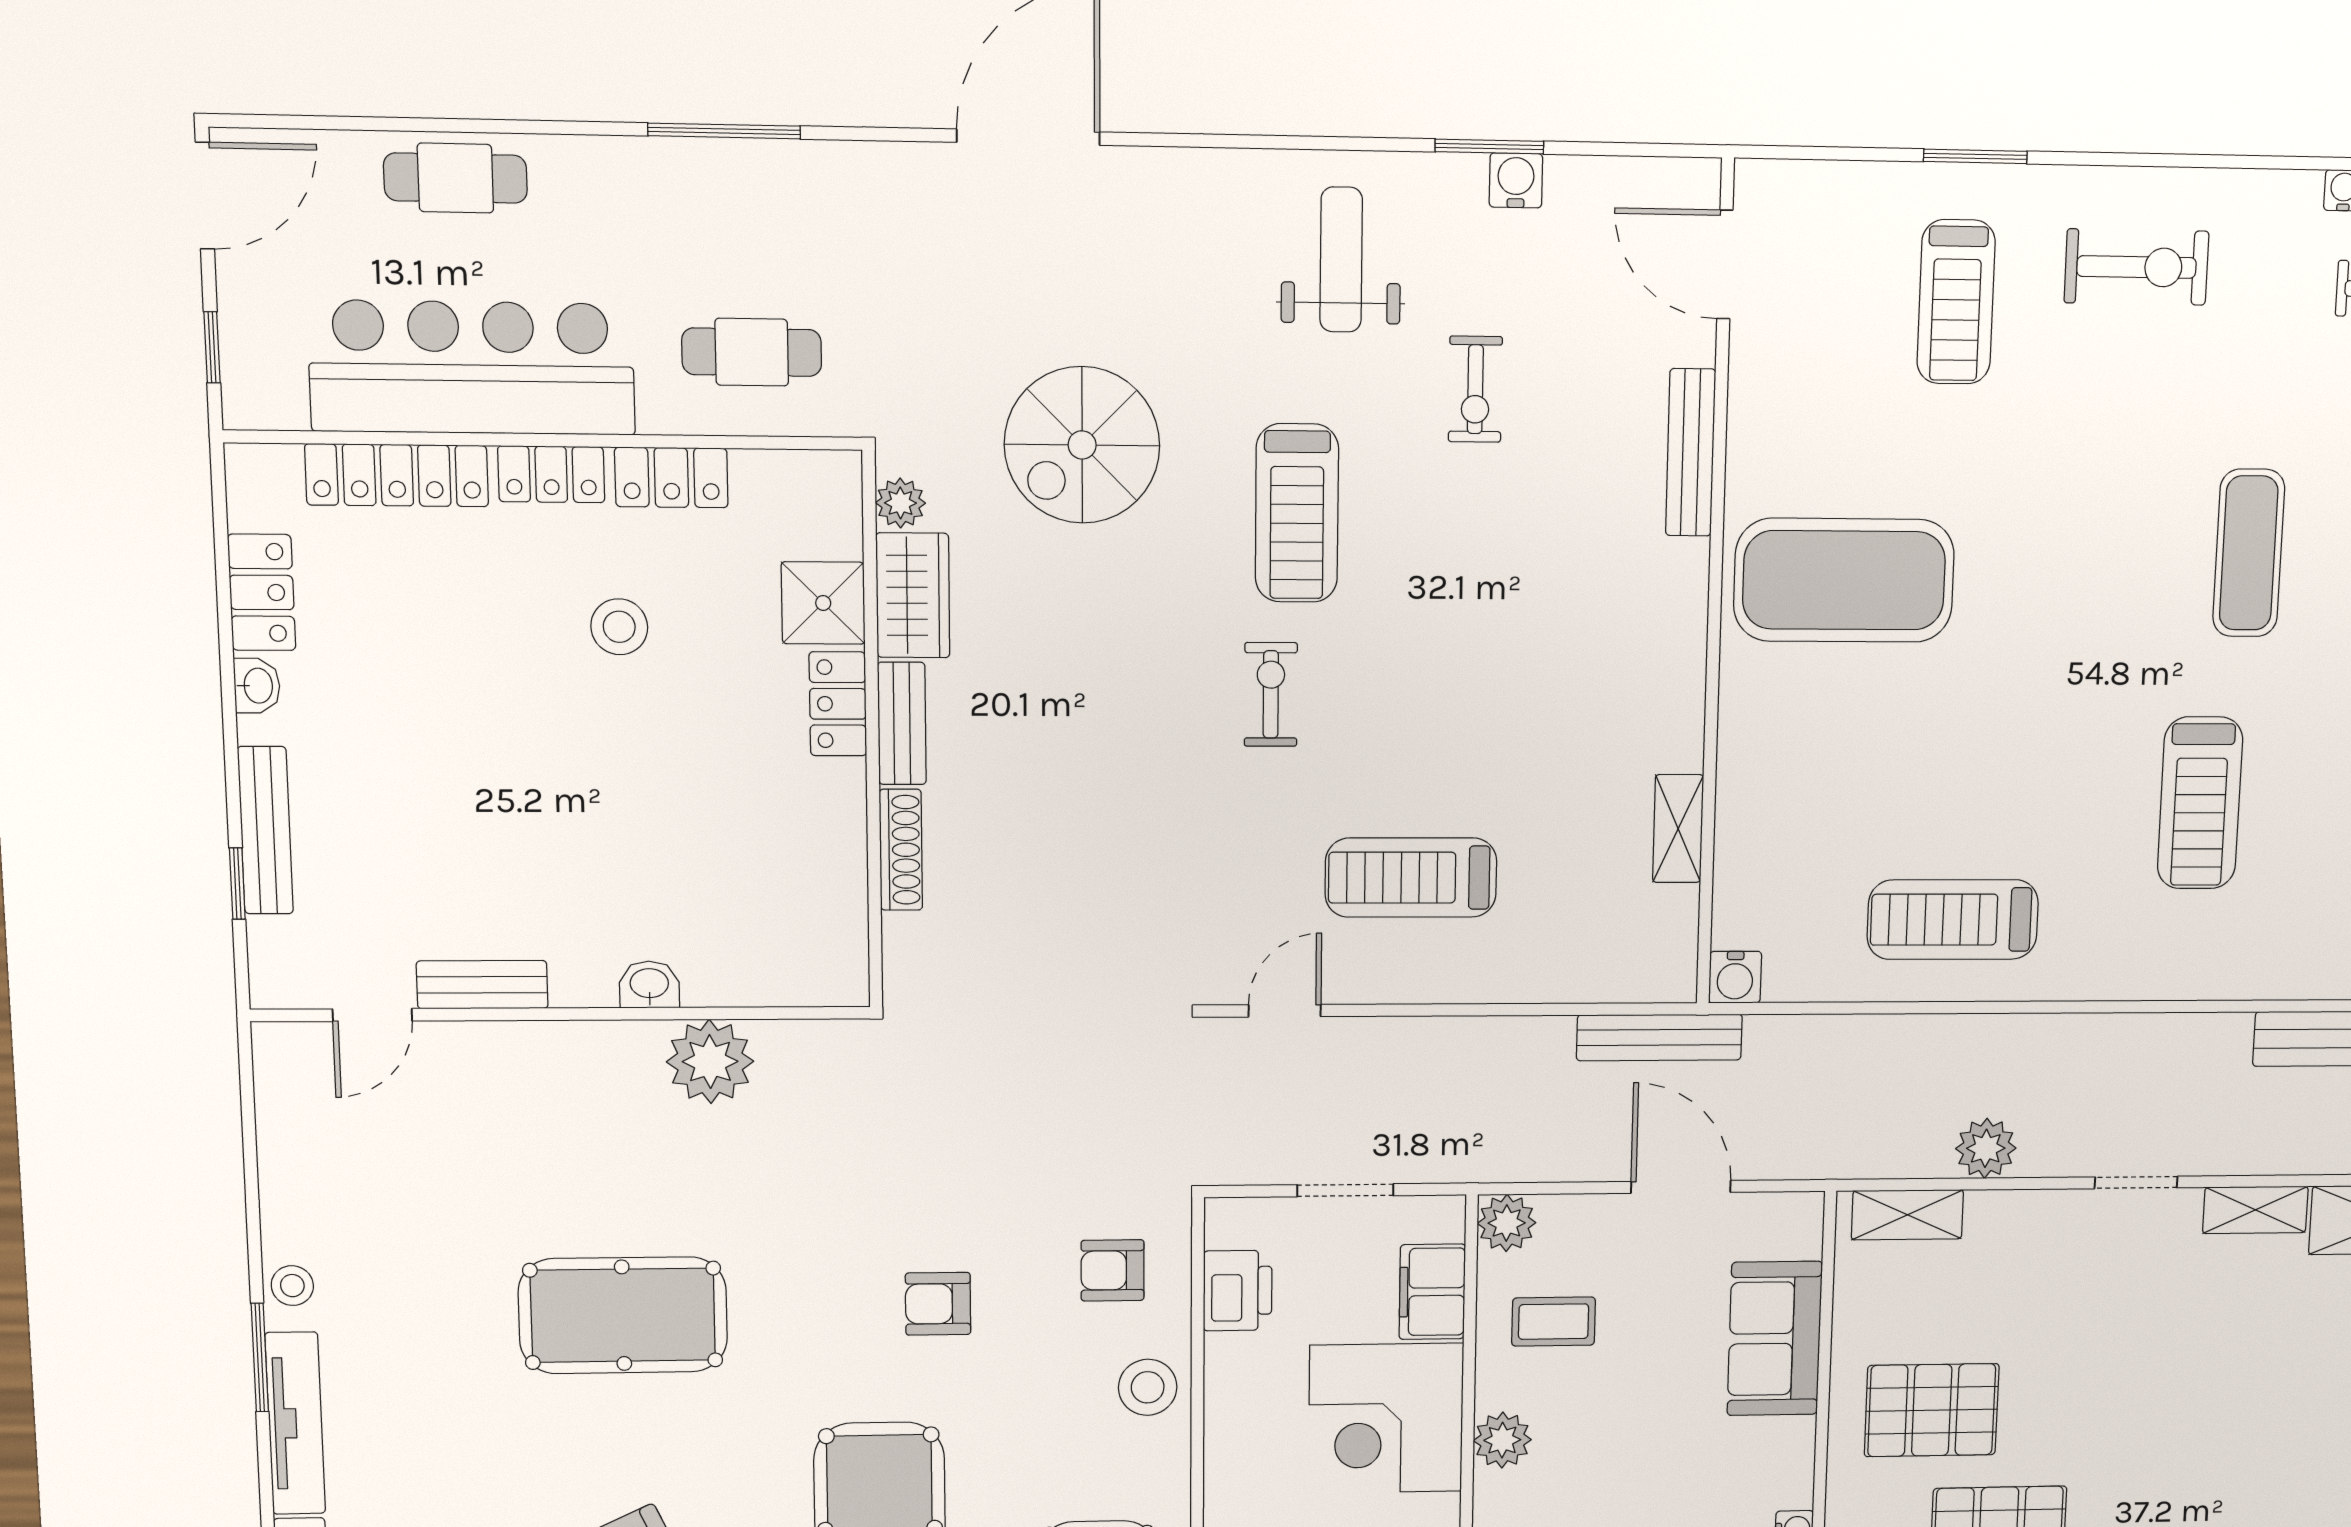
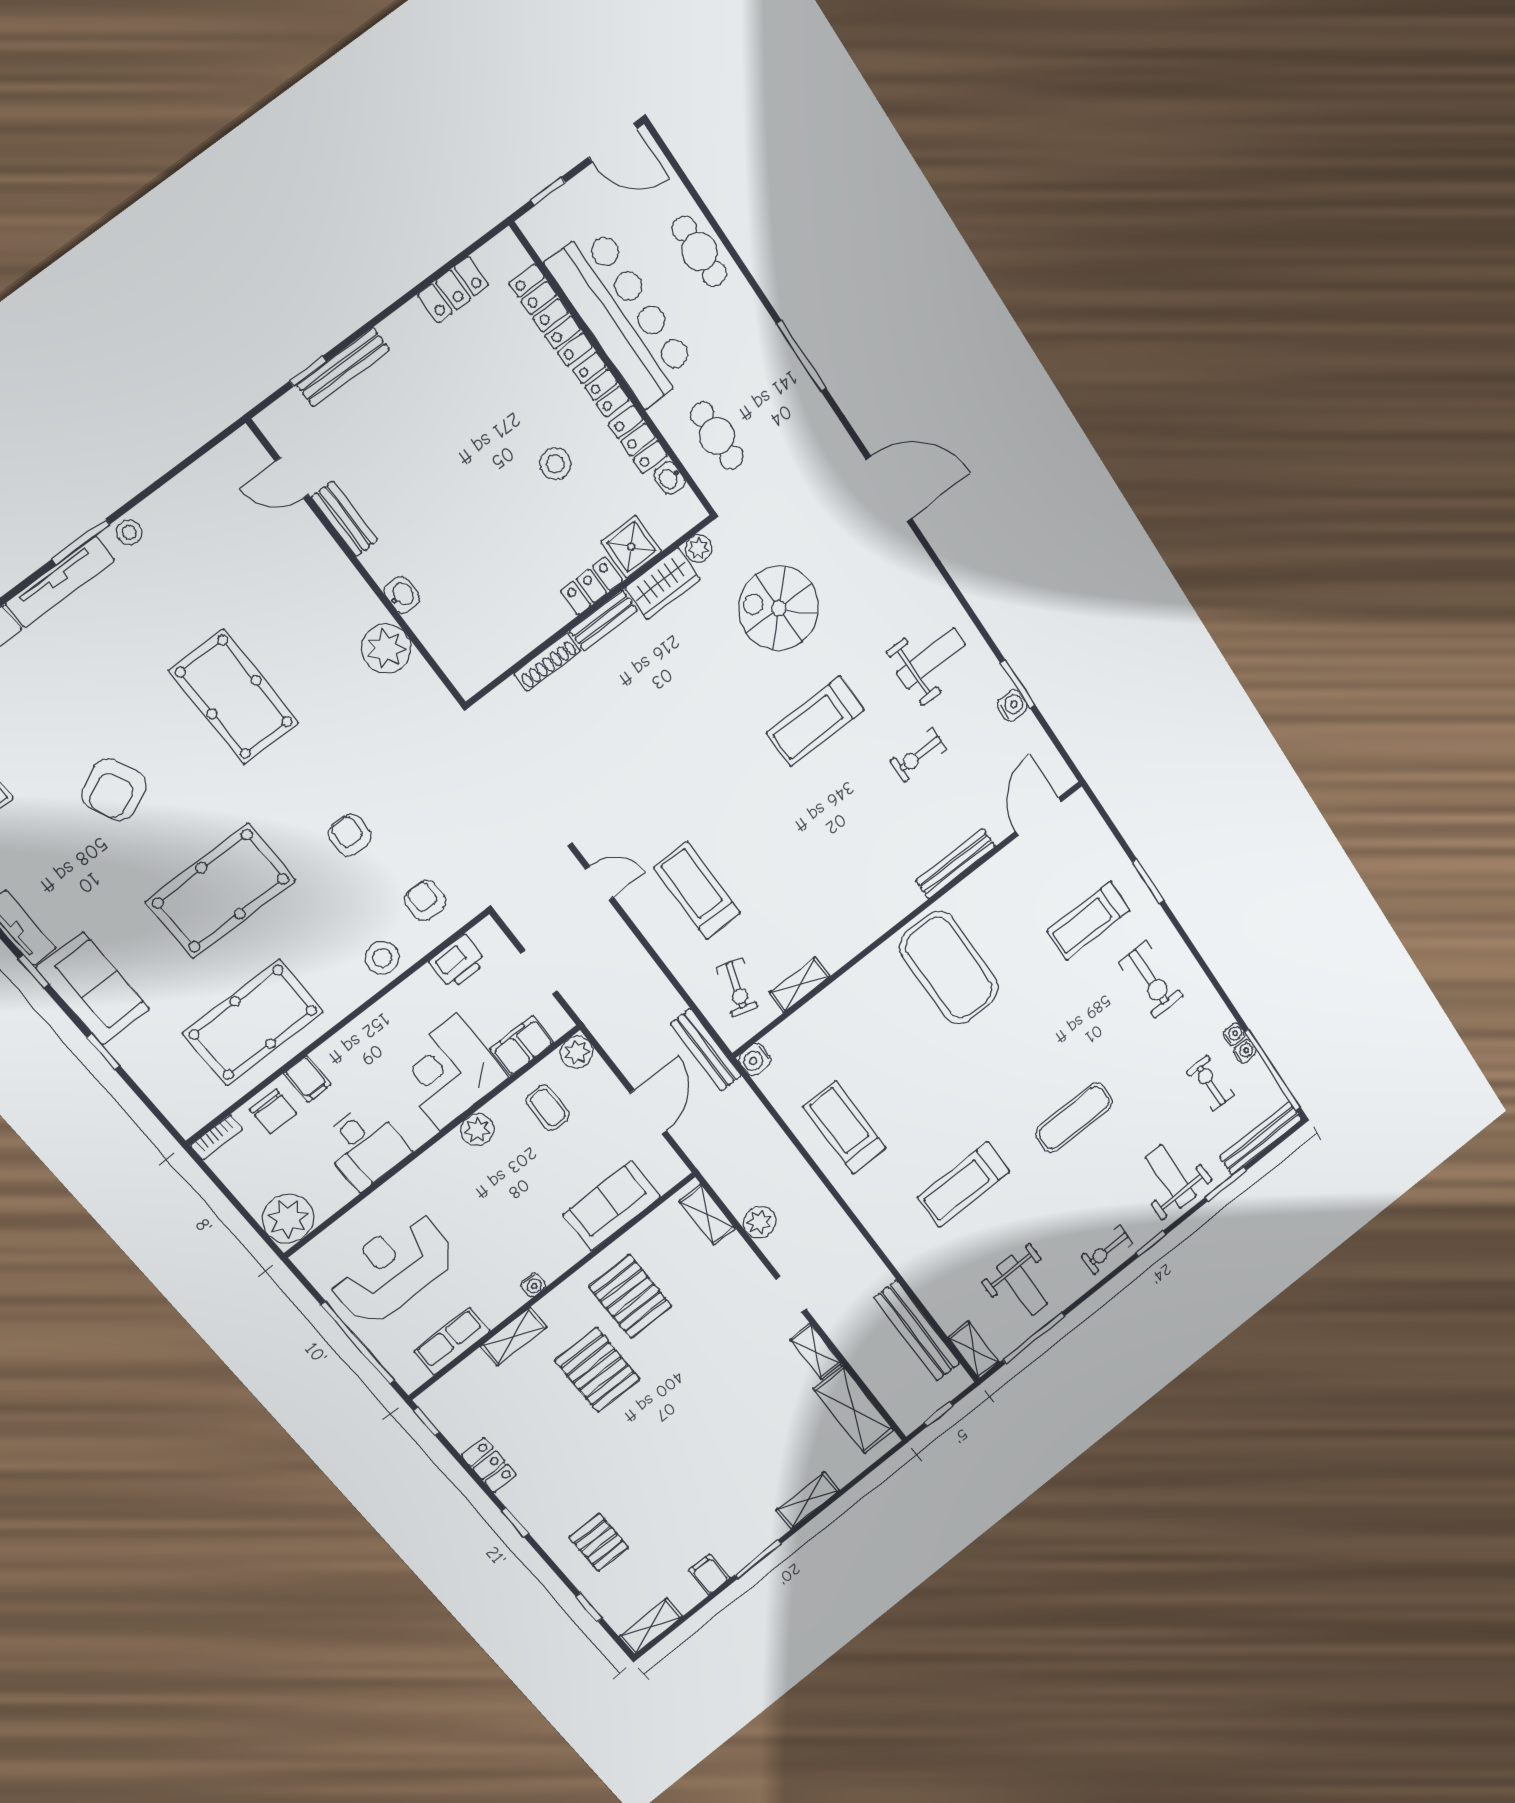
washbasin: (257, 686) -> (670, 478), moved, turned 90
exercise bike: (1271, 694) -> (737, 987), moved, turned 108

